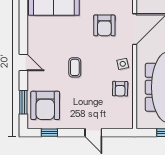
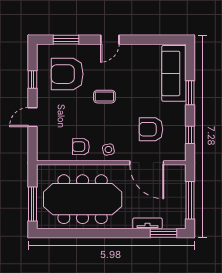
armchair: (45, 105) -> (67, 74), moved
window: (49, 133) -> (32, 80), moved

